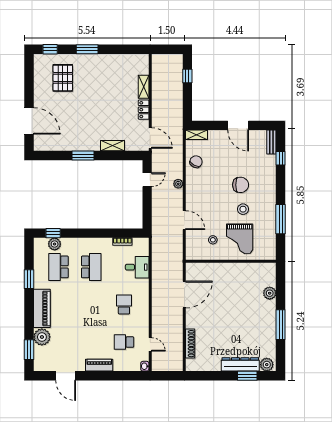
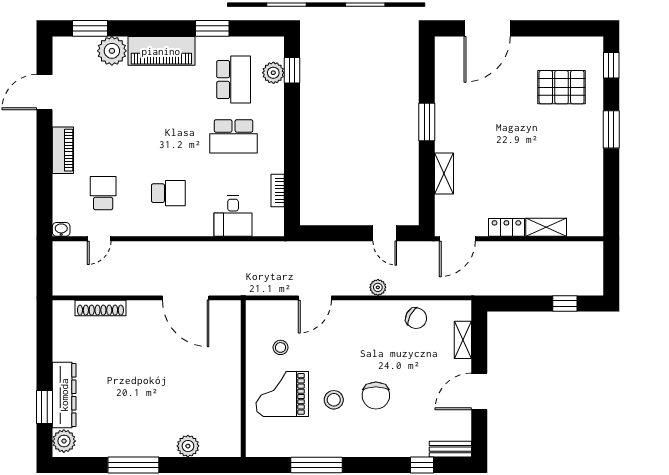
shelving: (196, 135) -> (463, 340), moved
school desk: (58, 267) -> (234, 80), turned 90

